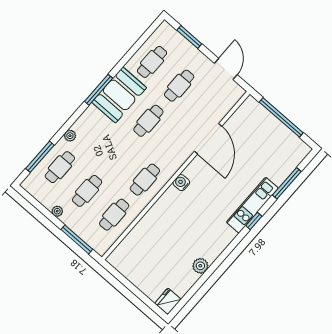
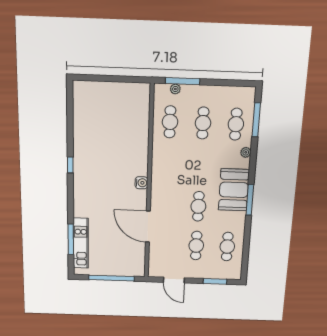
booth: (119, 95) -> (234, 190), moved
cafe table: (145, 180) -> (168, 164), removed
kitchen unit: (252, 205) -> (81, 243), moved
plant: (57, 211) -> (175, 89), moved
window: (254, 221) -> (70, 165), moved
plant: (200, 266) -> (80, 136), removed
fridge: (168, 301) -> (81, 91), removed

